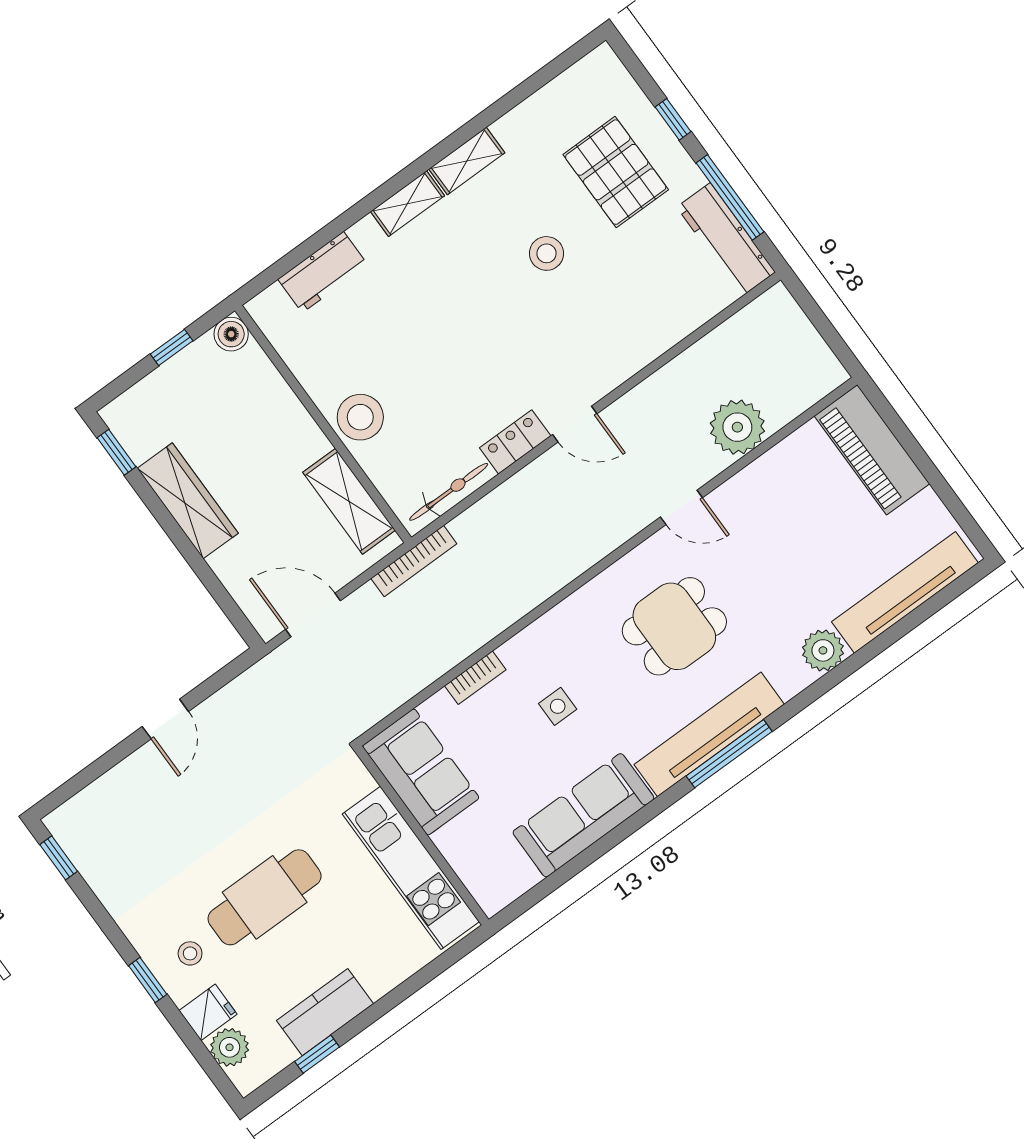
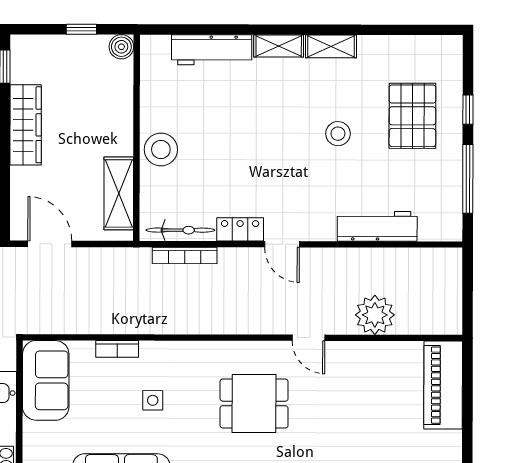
workbench: (726, 240) -> (377, 226), moved, turned 90
workbench: (323, 272) -> (212, 50), width x1.38
bookcase: (414, 561) -> (185, 256), moved

